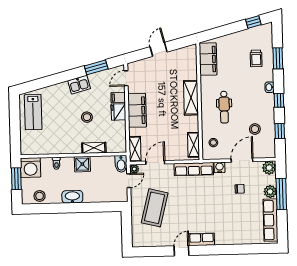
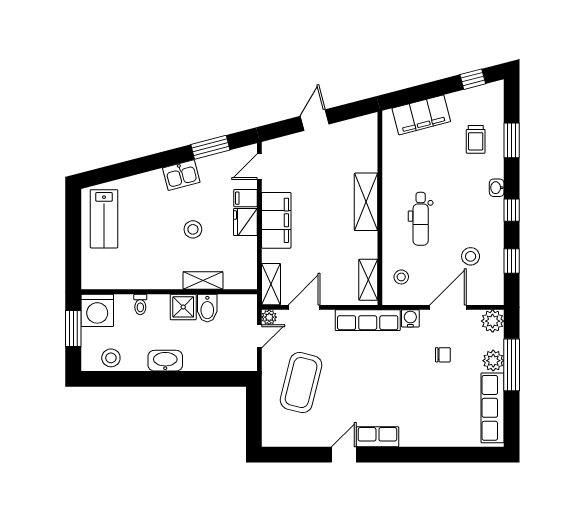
filing cabinet: (208, 59) -> (421, 115), moved, turned 75
bidet: (121, 164) -> (207, 308), moved

